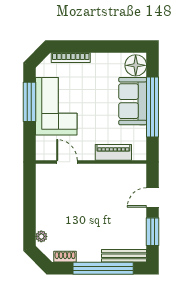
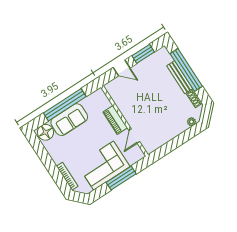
window: (29, 102) -> (121, 178), moved
piano: (113, 152) -> (115, 120), moved
bench: (124, 256) -> (180, 77), moved

